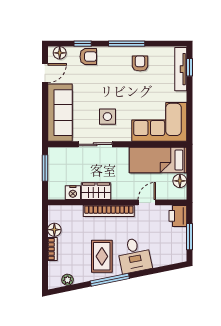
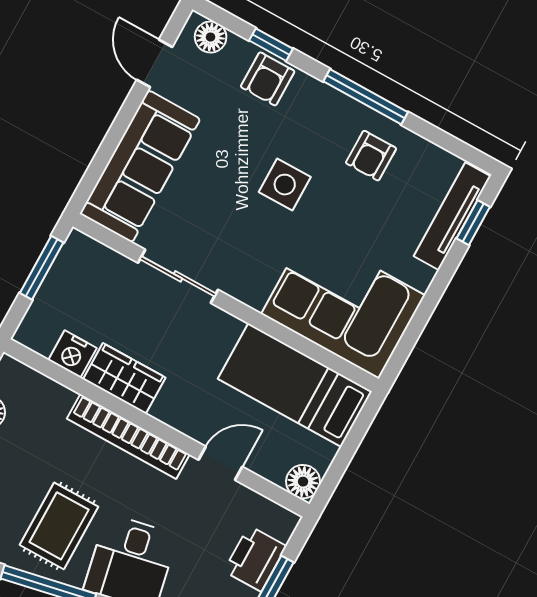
armchair: (88, 57) -> (268, 79), turned 90
armchair: (140, 63) -> (371, 156), turned 180
door: (45, 73) -> (154, 63), swing flipped
side table: (107, 117) -> (285, 185), moved
floor lamp: (180, 181) -> (303, 482), moved
printer: (178, 216) -> (255, 559), moved

